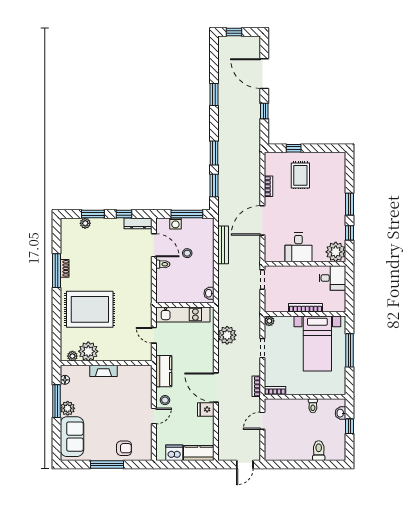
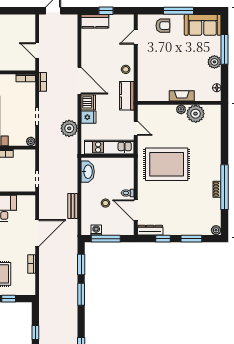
plant: (85, 223) -> (216, 230), moved
washing machine: (175, 223) -> (96, 230), moved
bench: (223, 245) -> (73, 206), width x0.73
window: (56, 271) -> (224, 187), width x1.46
washbasin: (209, 293) -> (88, 172), width x1.91, depth x1.45
rug: (90, 309) -> (167, 164), moved
plant: (72, 356) -> (181, 109), moved
window: (56, 401) -> (224, 49), moved
fridge: (206, 409) -> (89, 117), moved
door: (154, 416) -> (136, 37), moved
door: (262, 421) -> (37, 51), swing flipped
sofa: (72, 437) -> (203, 25), moved, turned -90
armchair: (124, 448) -> (163, 26), turned 180
dishwasher: (174, 453) -> (88, 102), moved, turned -90
window: (187, 464) -> (106, 11), added

